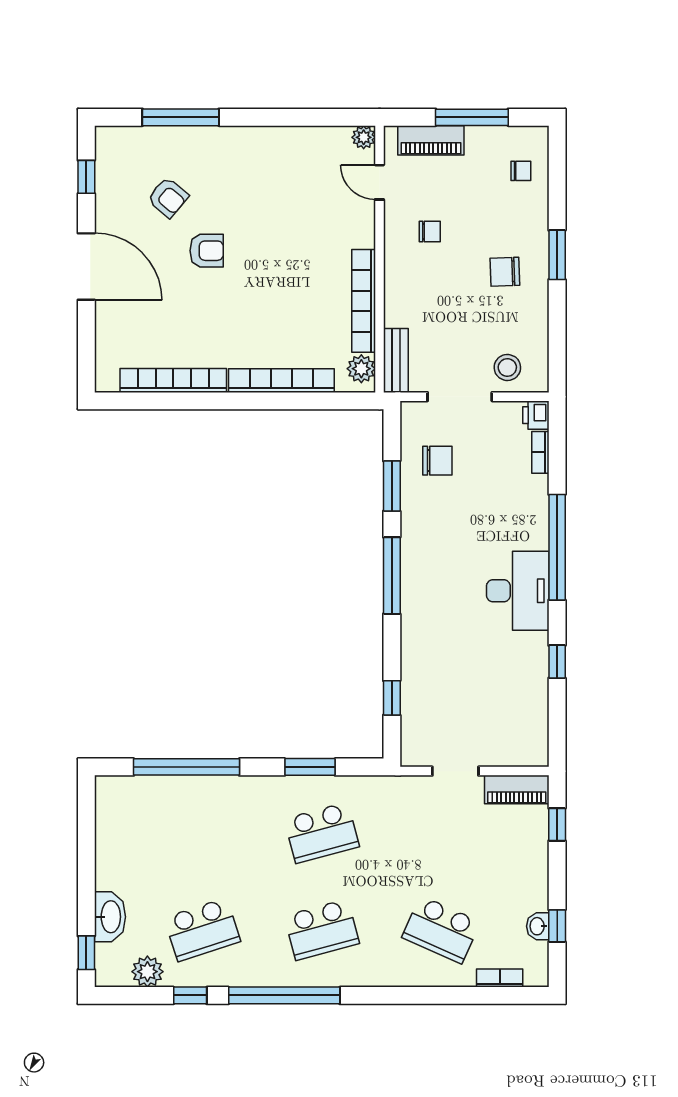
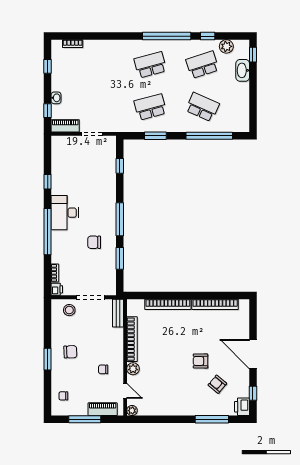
printer: (111, 146) -> (242, 407), added
plant: (361, 369) -> (133, 369), moved
chair: (437, 461) -> (94, 242), moved
washbasin: (538, 926) -> (56, 98), moved
school desk: (441, 930) -> (202, 107), moved

